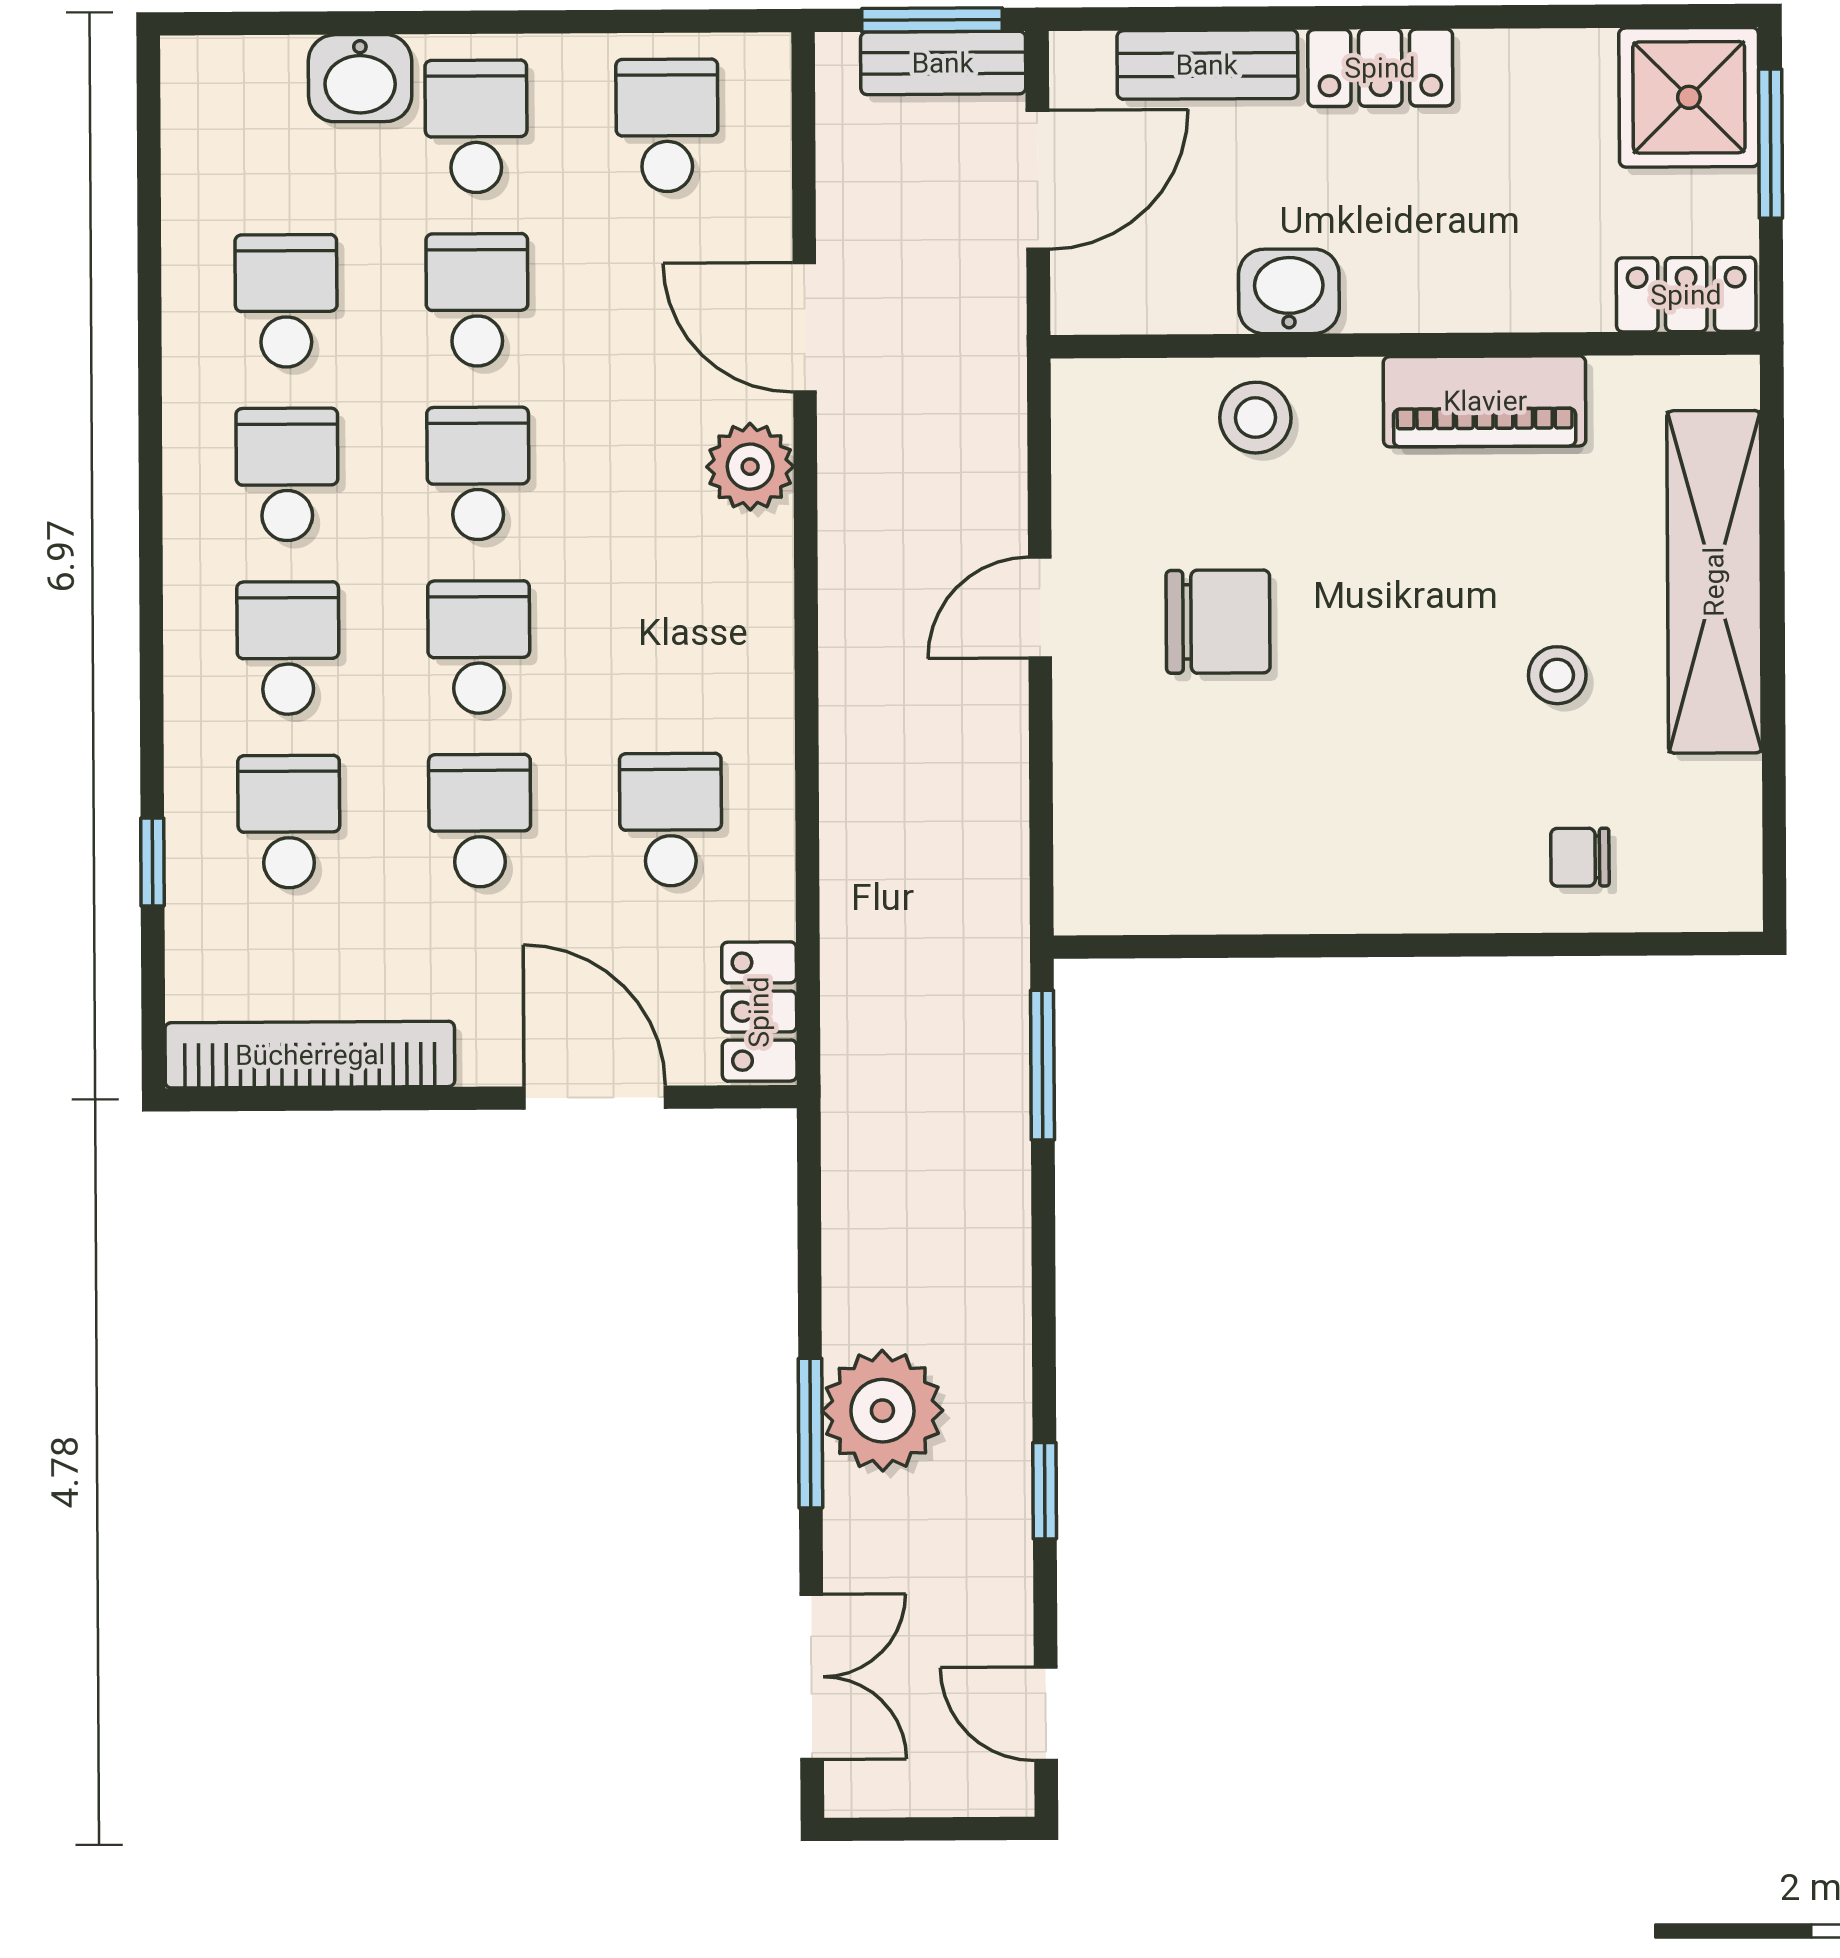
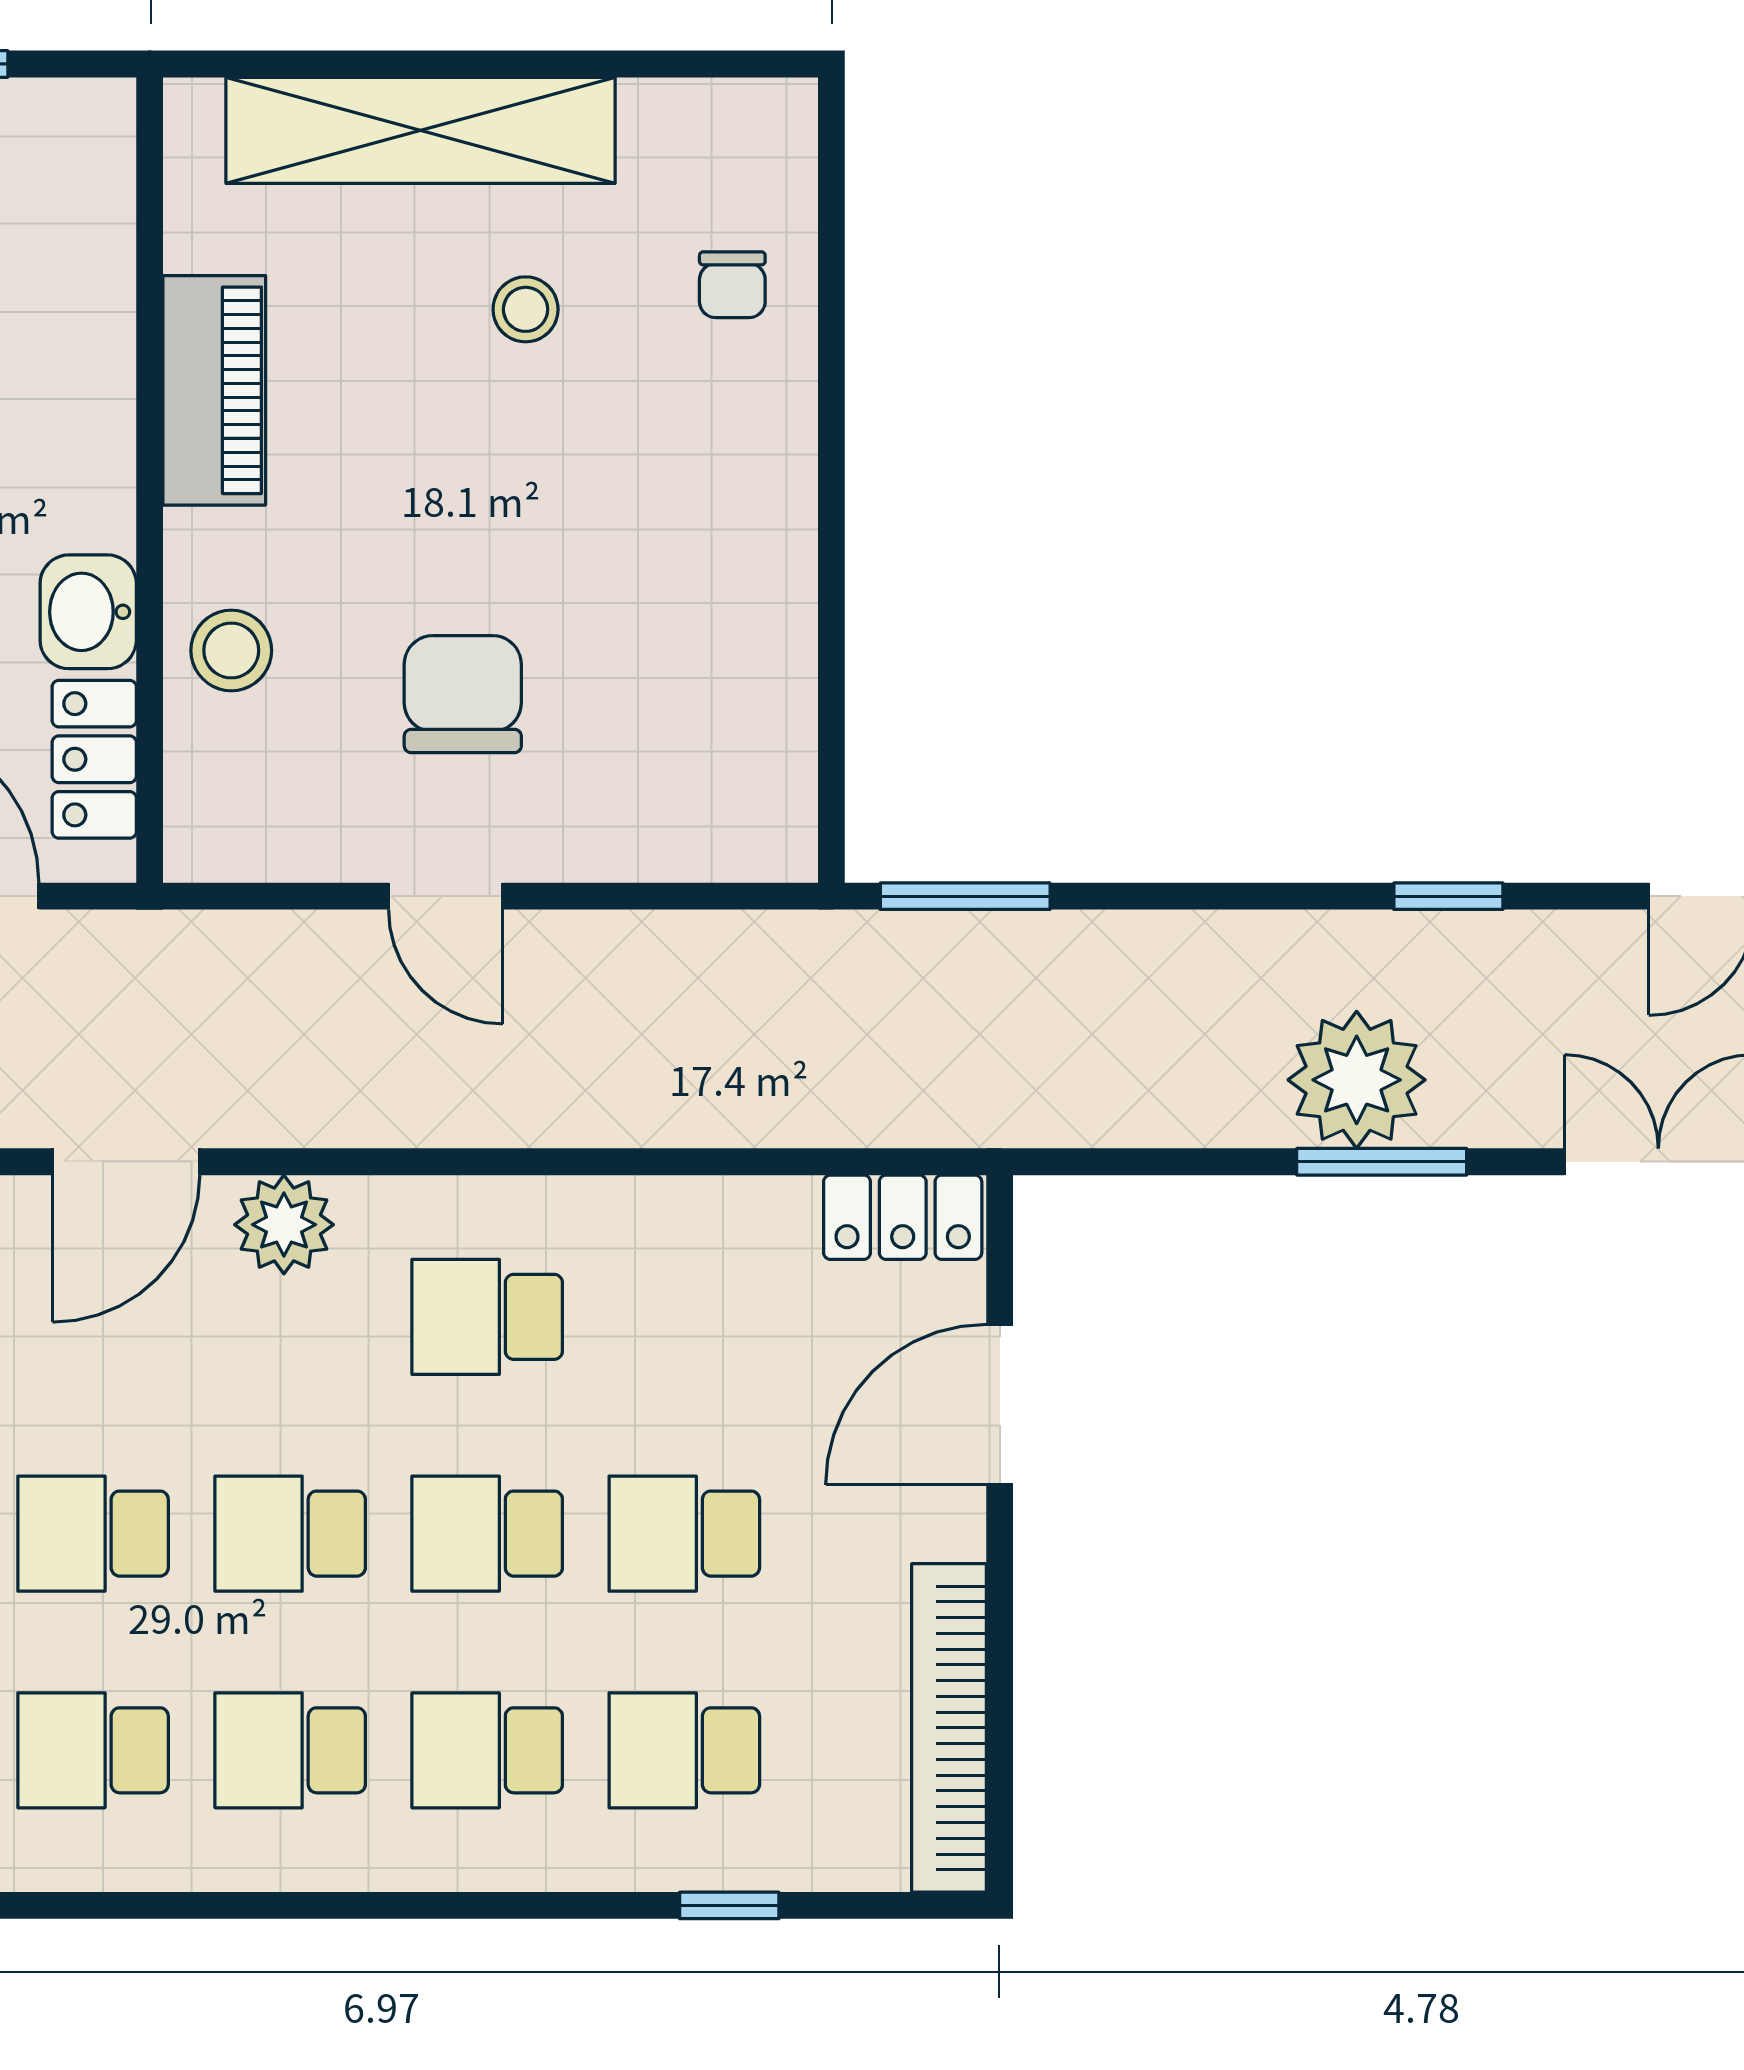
locker: (1686, 295) -> (94, 759), moved
school desk: (671, 820) -> (487, 1317), moved

